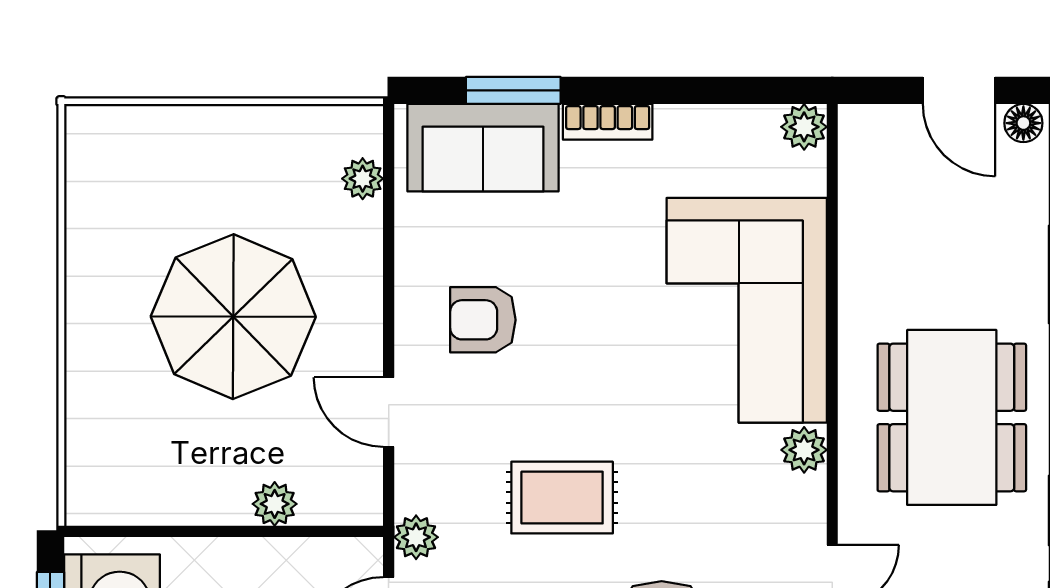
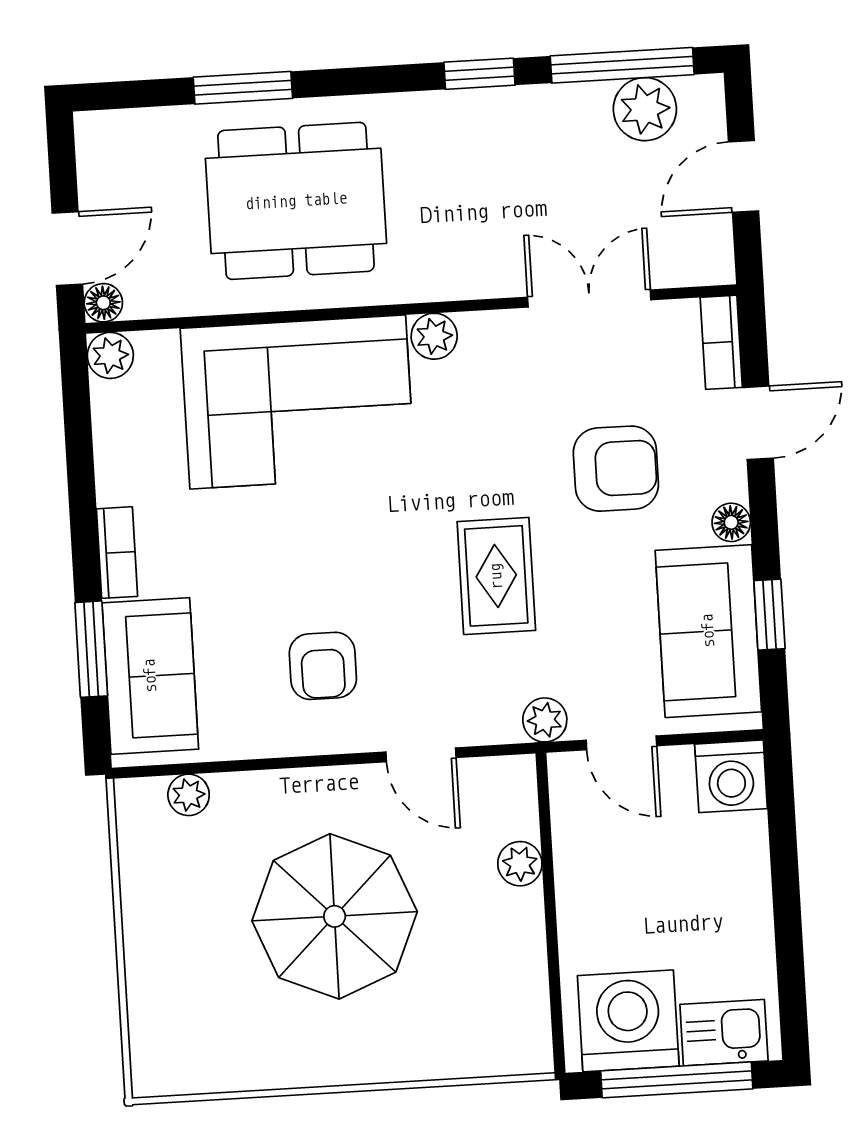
door: (959, 90) -> (67, 249), moved
floor lamp: (1023, 123) -> (103, 303), moved
door: (389, 412) -> (421, 755), hinge flipped
dining table: (952, 417) -> (296, 201), moved

